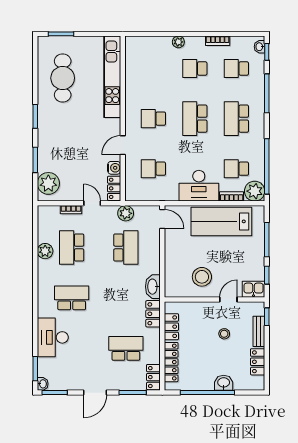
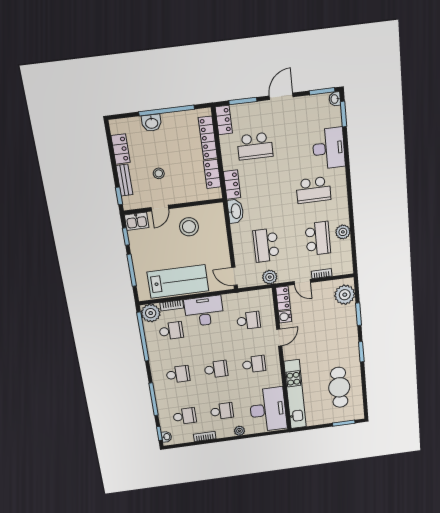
desk: (144, 63) -> (268, 410), added
school desk: (195, 119) -> (216, 369), width x0.54
school desk: (236, 119) -> (178, 374), width x0.54

